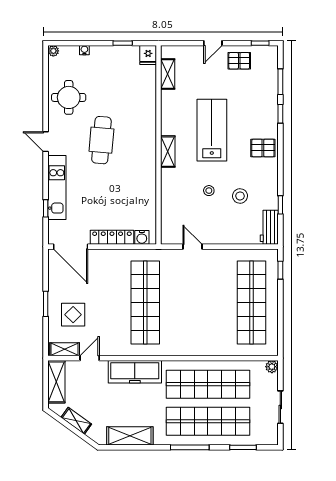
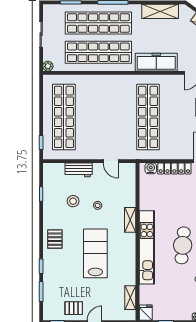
lab bench: (212, 130) -> (95, 253), turned 180
kitchen unit: (147, 137) -> (147, 247), added
pallet: (263, 148) -> (55, 239), turned 90
shelving: (168, 152) -> (130, 220), moved
workbench: (269, 227) -> (79, 170), moved, turned 90

